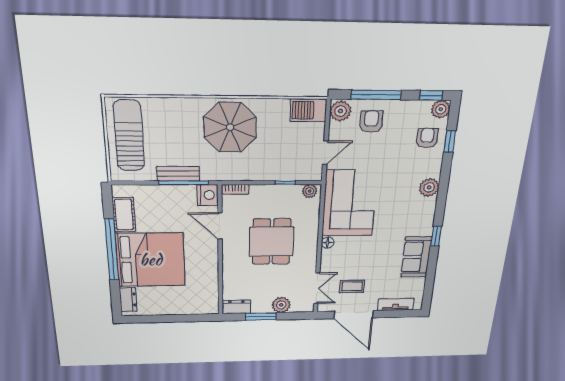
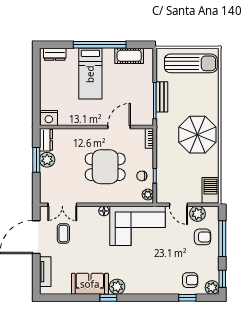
plant: (340, 111) -> (197, 214), moved
plant: (429, 187) -> (117, 287), moved
nightstand: (208, 195) -> (49, 118), moved
chair: (285, 198) -> (142, 176), added
bed: (151, 260) -> (90, 74), width x0.49
plant: (281, 305) -> (47, 160), moved

